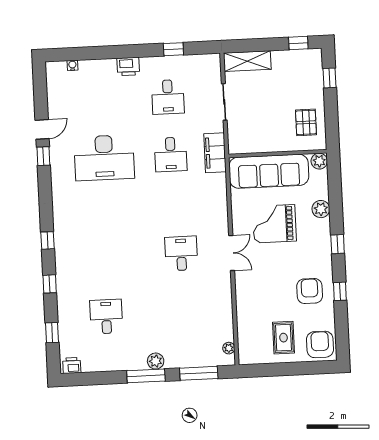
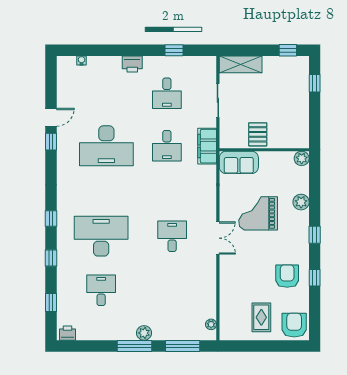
pallet: (306, 122) -> (258, 134), moved
sofa: (269, 171) -> (239, 162), width x0.54, depth x0.79
desk: (103, 257) -> (101, 236), added

